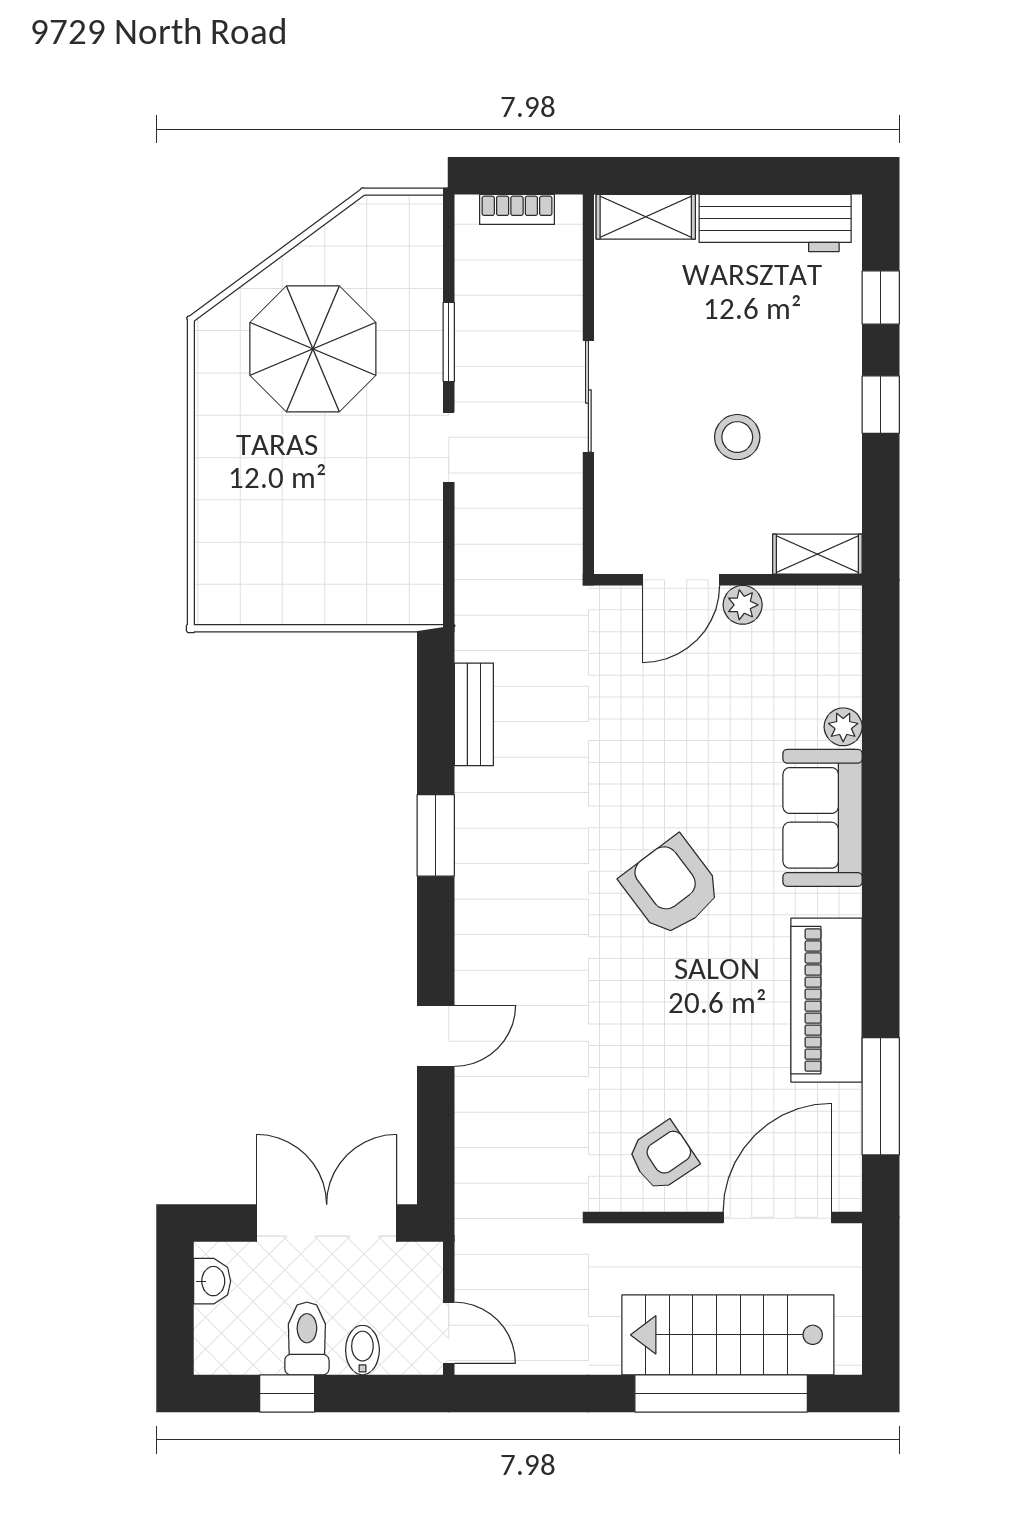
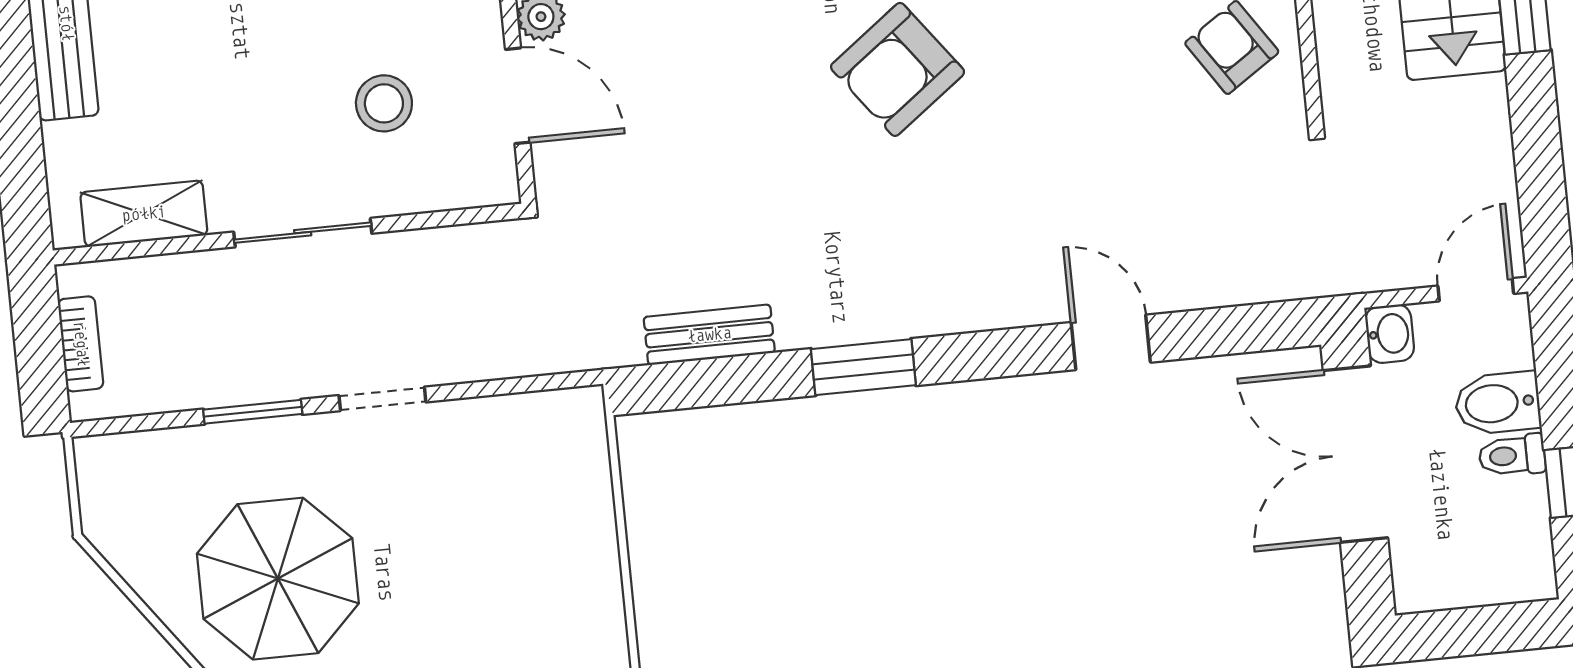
shelving: (646, 217) -> (144, 214), moved, turned 90
stool: (737, 437) -> (384, 103), moved
washbasin: (212, 1281) -> (1390, 334), moved, turned 90
toilet: (307, 1338) -> (1512, 455), width x0.73, depth x0.72
bidet: (362, 1350) -> (1498, 403), width x1.38, depth x1.36

